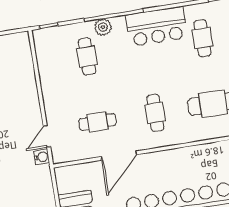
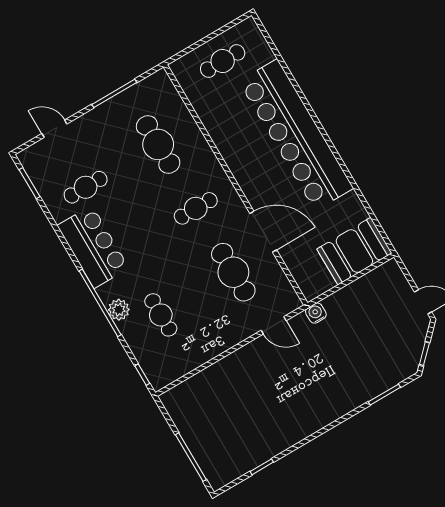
cafe table: (87, 57) -> (161, 315), turned 90
cafe table: (98, 122) -> (233, 272), width x1.37, depth x1.35
water cooler: (42, 157) -> (316, 313), moved

